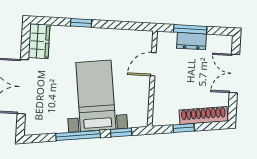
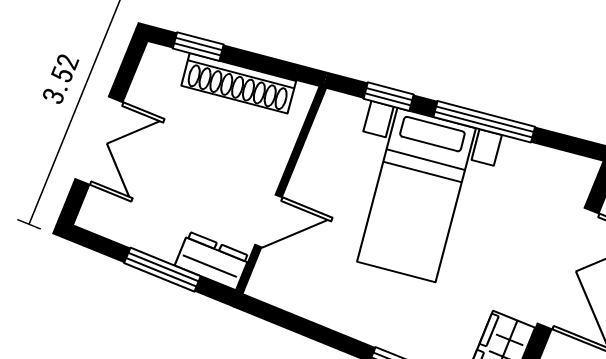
dresser: (192, 41) -> (212, 261), moved
shoe rack: (203, 115) -> (239, 83), moved
window: (184, 128) -> (198, 47), moved

